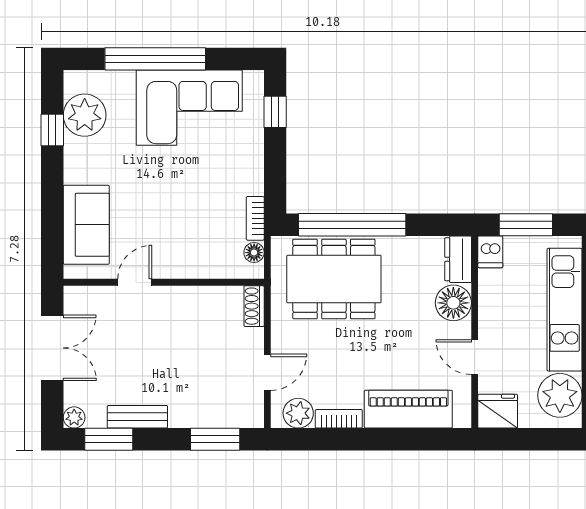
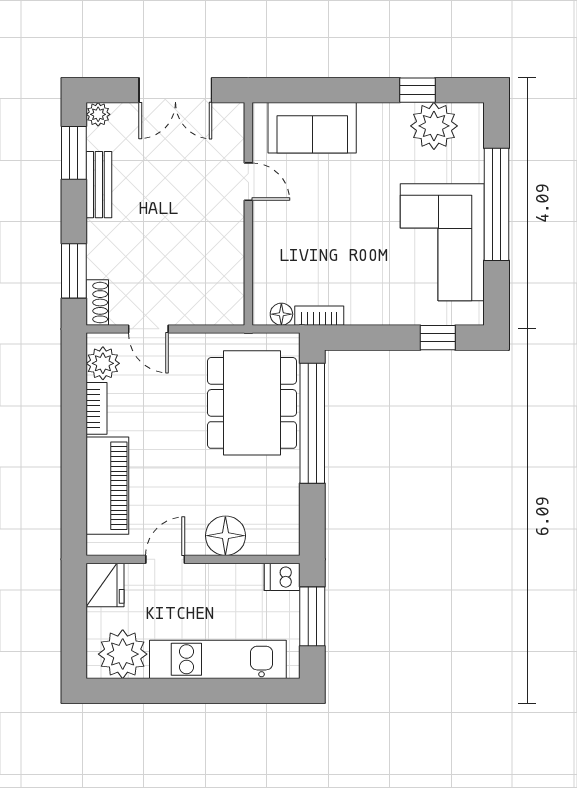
dresser: (458, 259) -> (274, 541), removed
shoe rack: (254, 306) -> (97, 302), moved, turned 90

